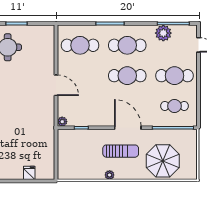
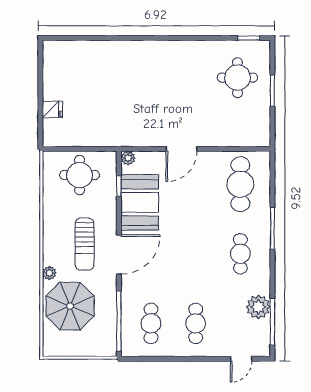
cafe table: (127, 45) -> (240, 254), width x0.73, depth x0.74
cafe table: (127, 76) -> (196, 254), removed
cafe table: (174, 76) -> (196, 323), width x0.73, depth x0.74
booth: (92, 114) -> (140, 202), added
round table: (74, 154) -> (80, 175), added
plant: (110, 175) -> (49, 273), moved

